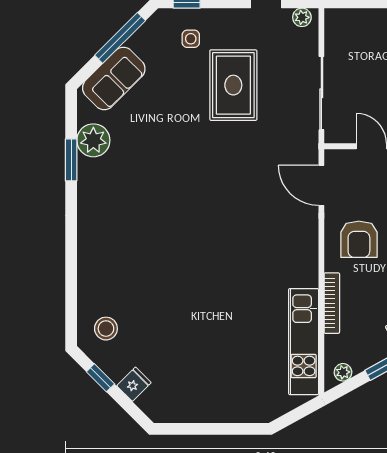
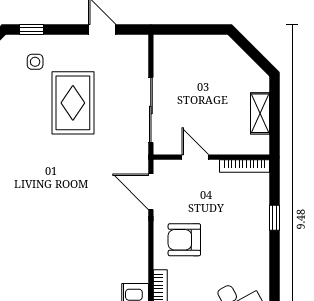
plant: (302, 17) -> (134, 43), removed
armchair: (359, 239) -> (184, 240), turned 90

